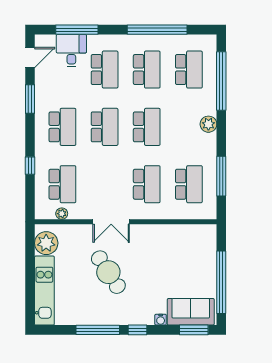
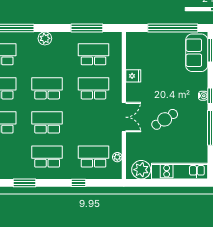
fridge: (162, 233) -> (133, 76), added
cafe table: (108, 272) -> (165, 119), width x0.73, depth x0.74
water cooler: (161, 320) -> (203, 96), moved

